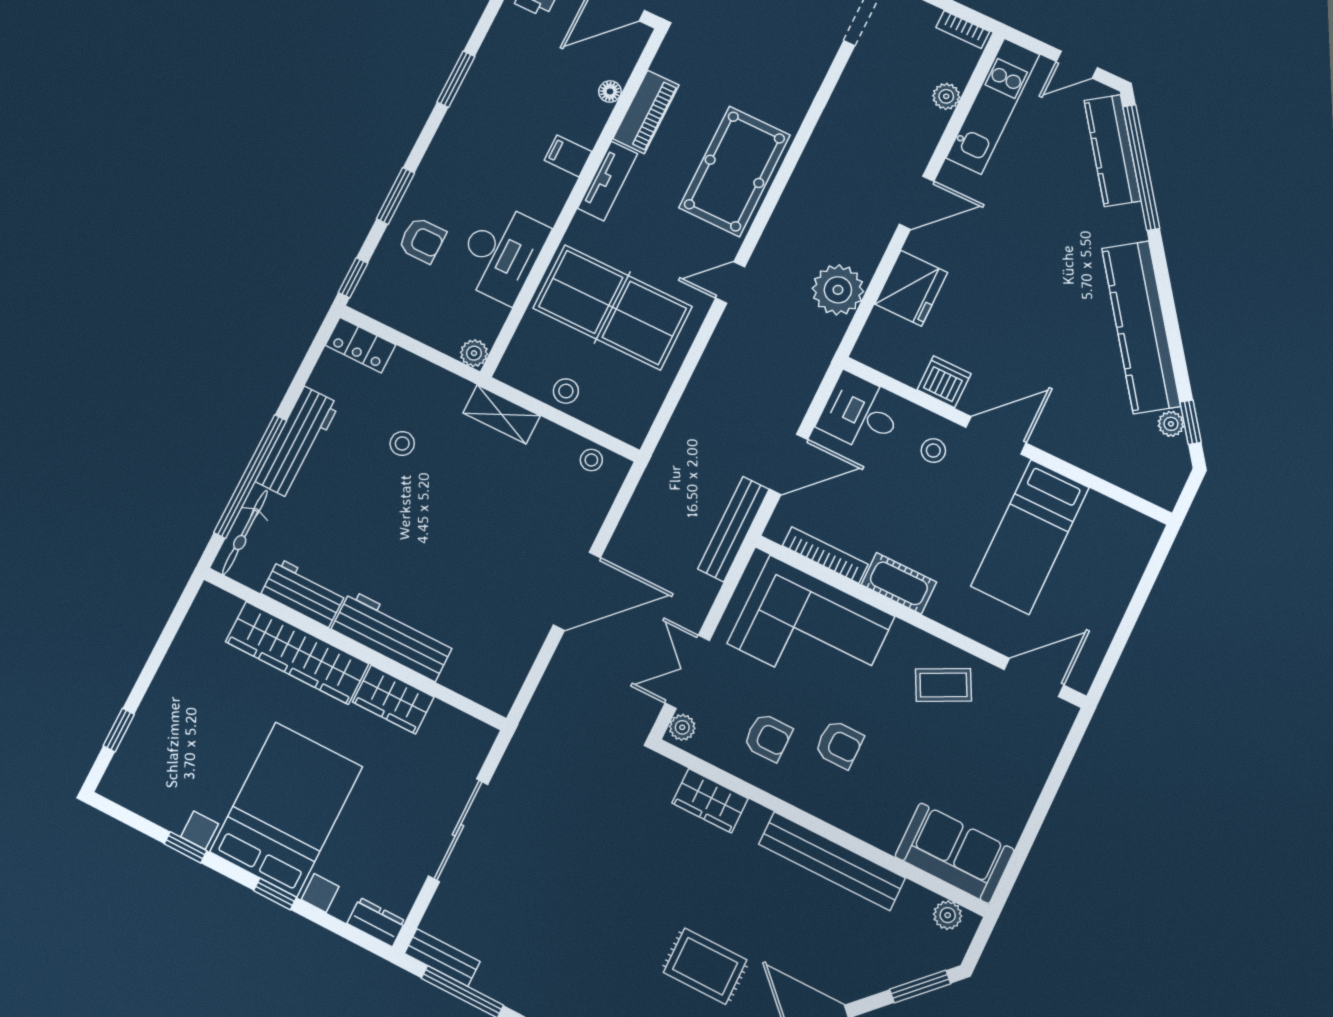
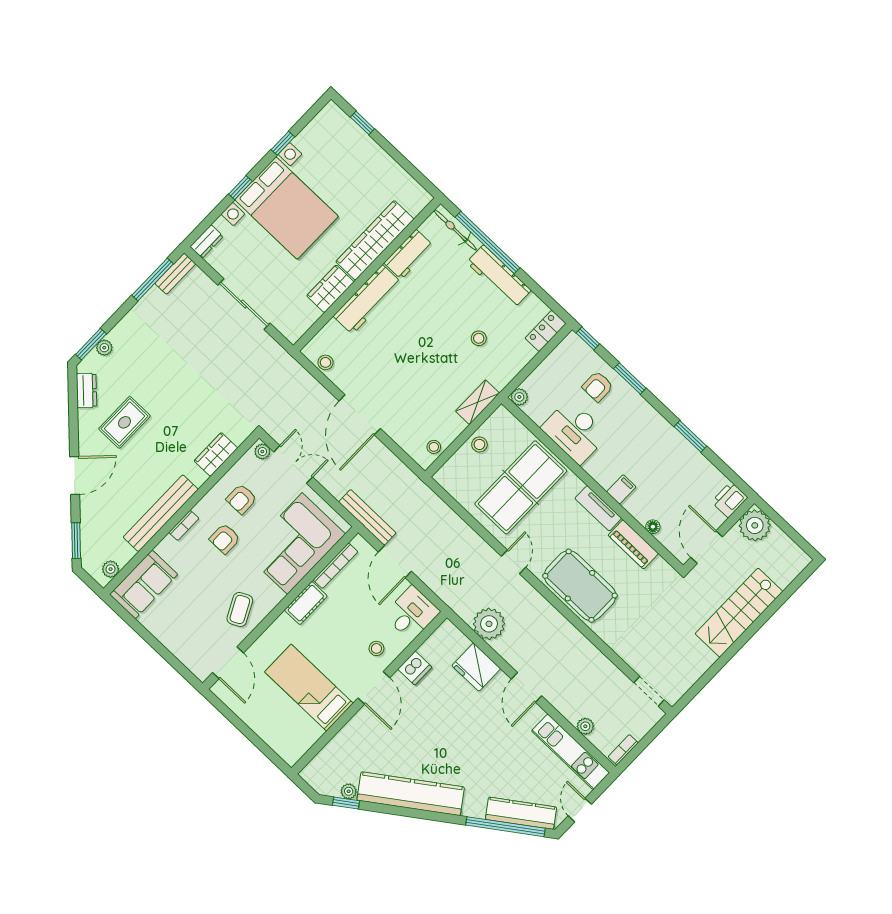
stool: (511, 671) -> (325, 362), added
bookcase: (839, 817) -> (184, 525), added

